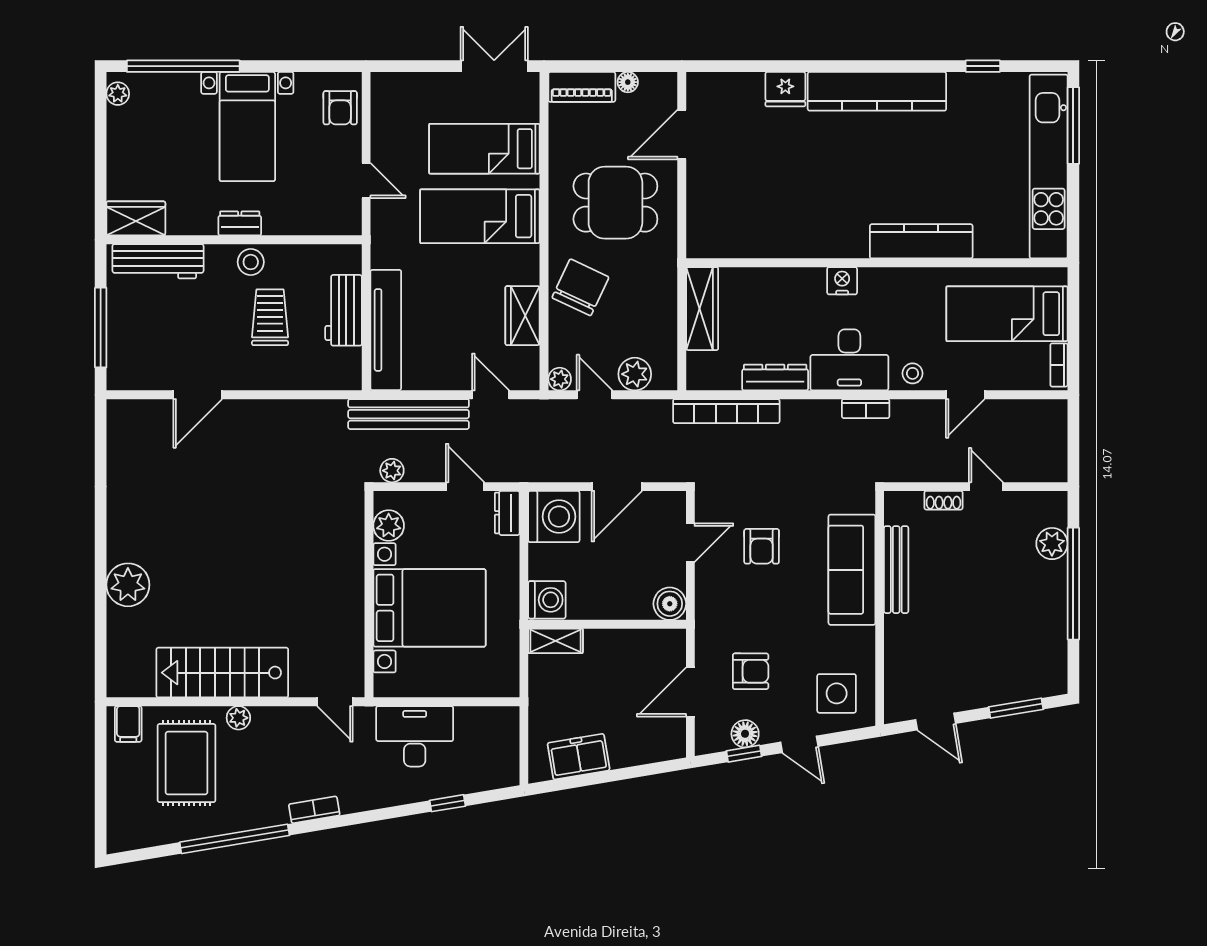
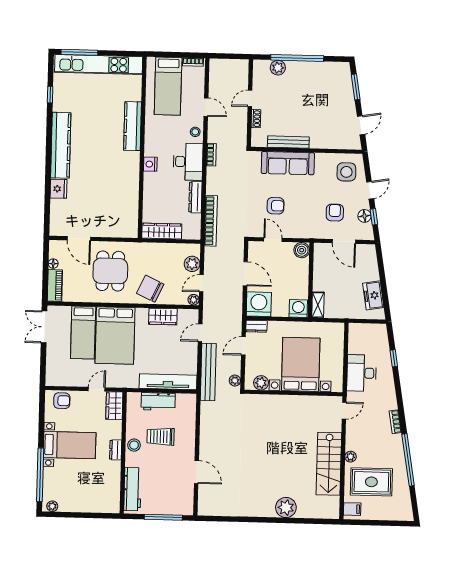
bed: (480, 216) -> (115, 336), width x1.50
wardrobe: (136, 218) -> (114, 406), moved

